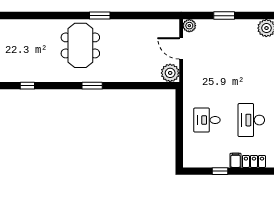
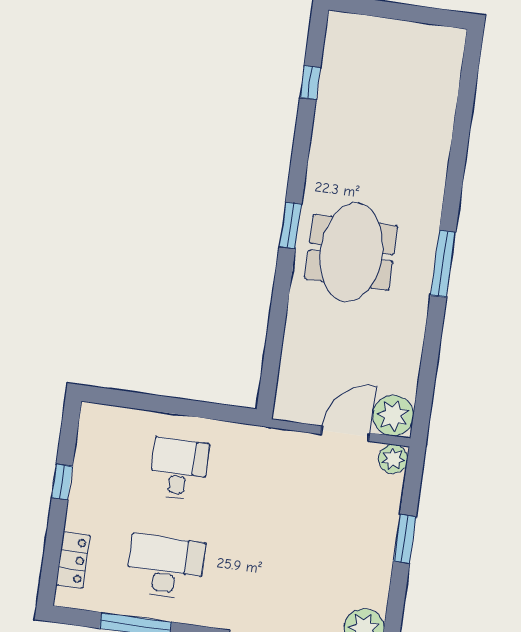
window: (100, 16) -> (443, 264), width x1.44
meeting table: (80, 45) -> (351, 252), moved, turned 90
plant: (170, 73) -> (393, 416), moved
filing cabinet: (236, 160) -> (81, 520), removed

